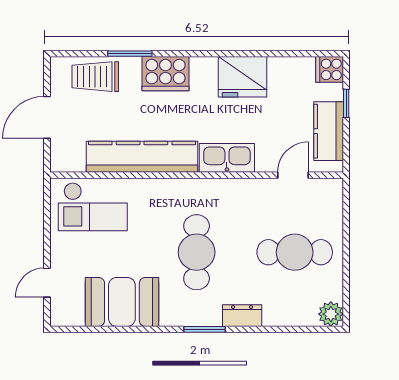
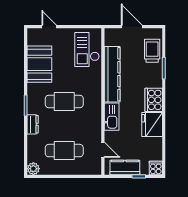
cooker: (165, 74) -> (154, 100), moved
cafe table: (295, 252) -> (64, 151), turned 90

